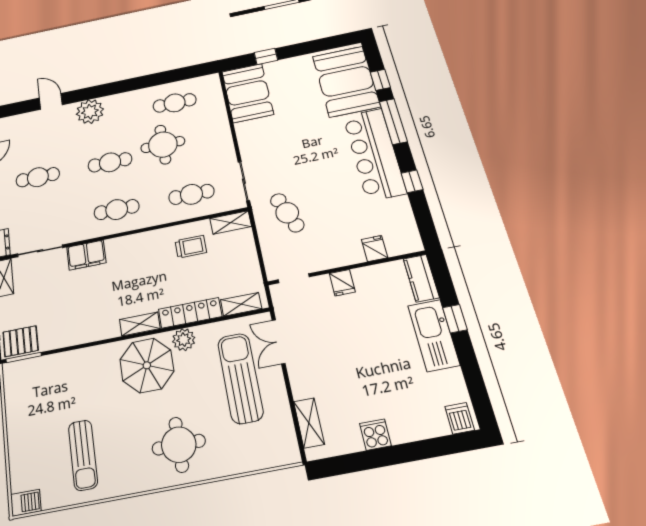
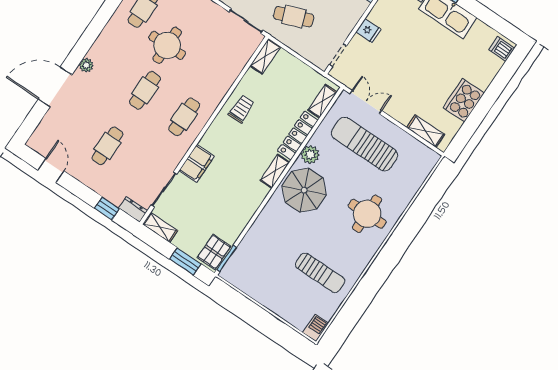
door: (51, 101) -> (55, 87), width x1.87
plant: (90, 112) -> (86, 65), width x0.53, depth x0.53
cafe table: (191, 194) -> (222, 61), removed
trolley: (191, 247) -> (242, 109), moved
double door: (278, 342) -> (366, 102), swing flipped
cooker: (375, 435) -> (464, 100), width x1.87, depth x1.31

